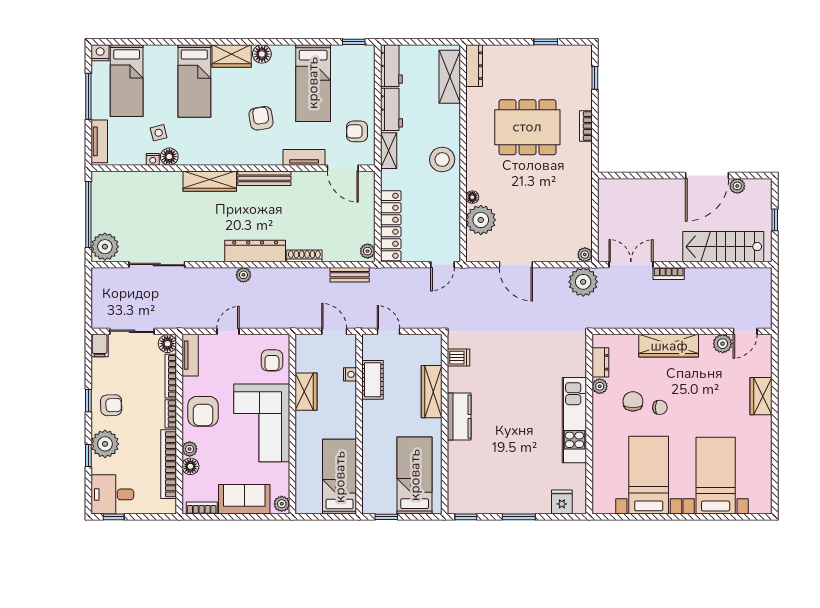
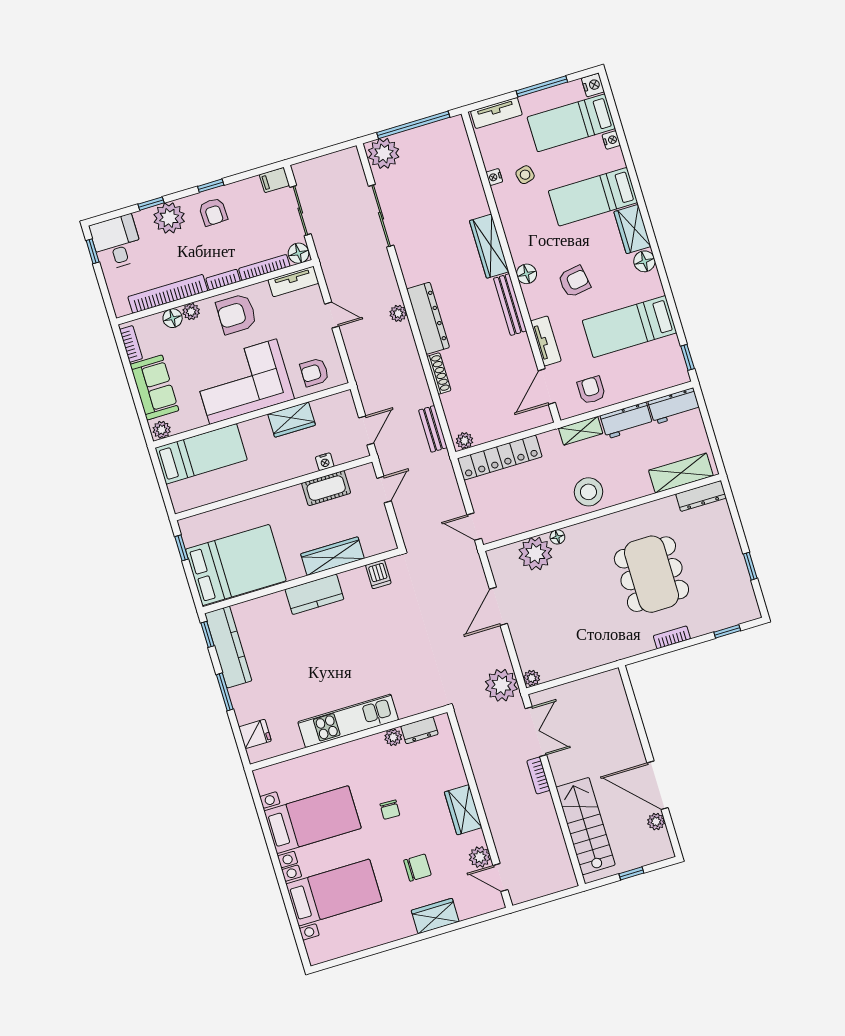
nightstand: (151, 51) -> (611, 140), added
floor lamp: (169, 157) -> (527, 274), moved
wardrobe: (669, 346) -> (463, 810), width x0.67
chair: (633, 401) -> (417, 868), moved
bed: (415, 475) -> (236, 565), width x1.50
bed: (340, 477) -> (201, 454), moved
kitchen counter: (482, 503) -> (228, 647), added

